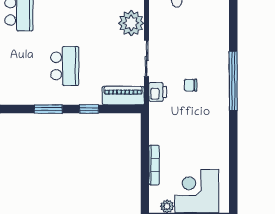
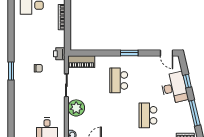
window: (233, 81) -> (11, 71), width x0.47
printer: (158, 92) -> (59, 54), moved
window: (89, 109) -> (103, 53), removed

